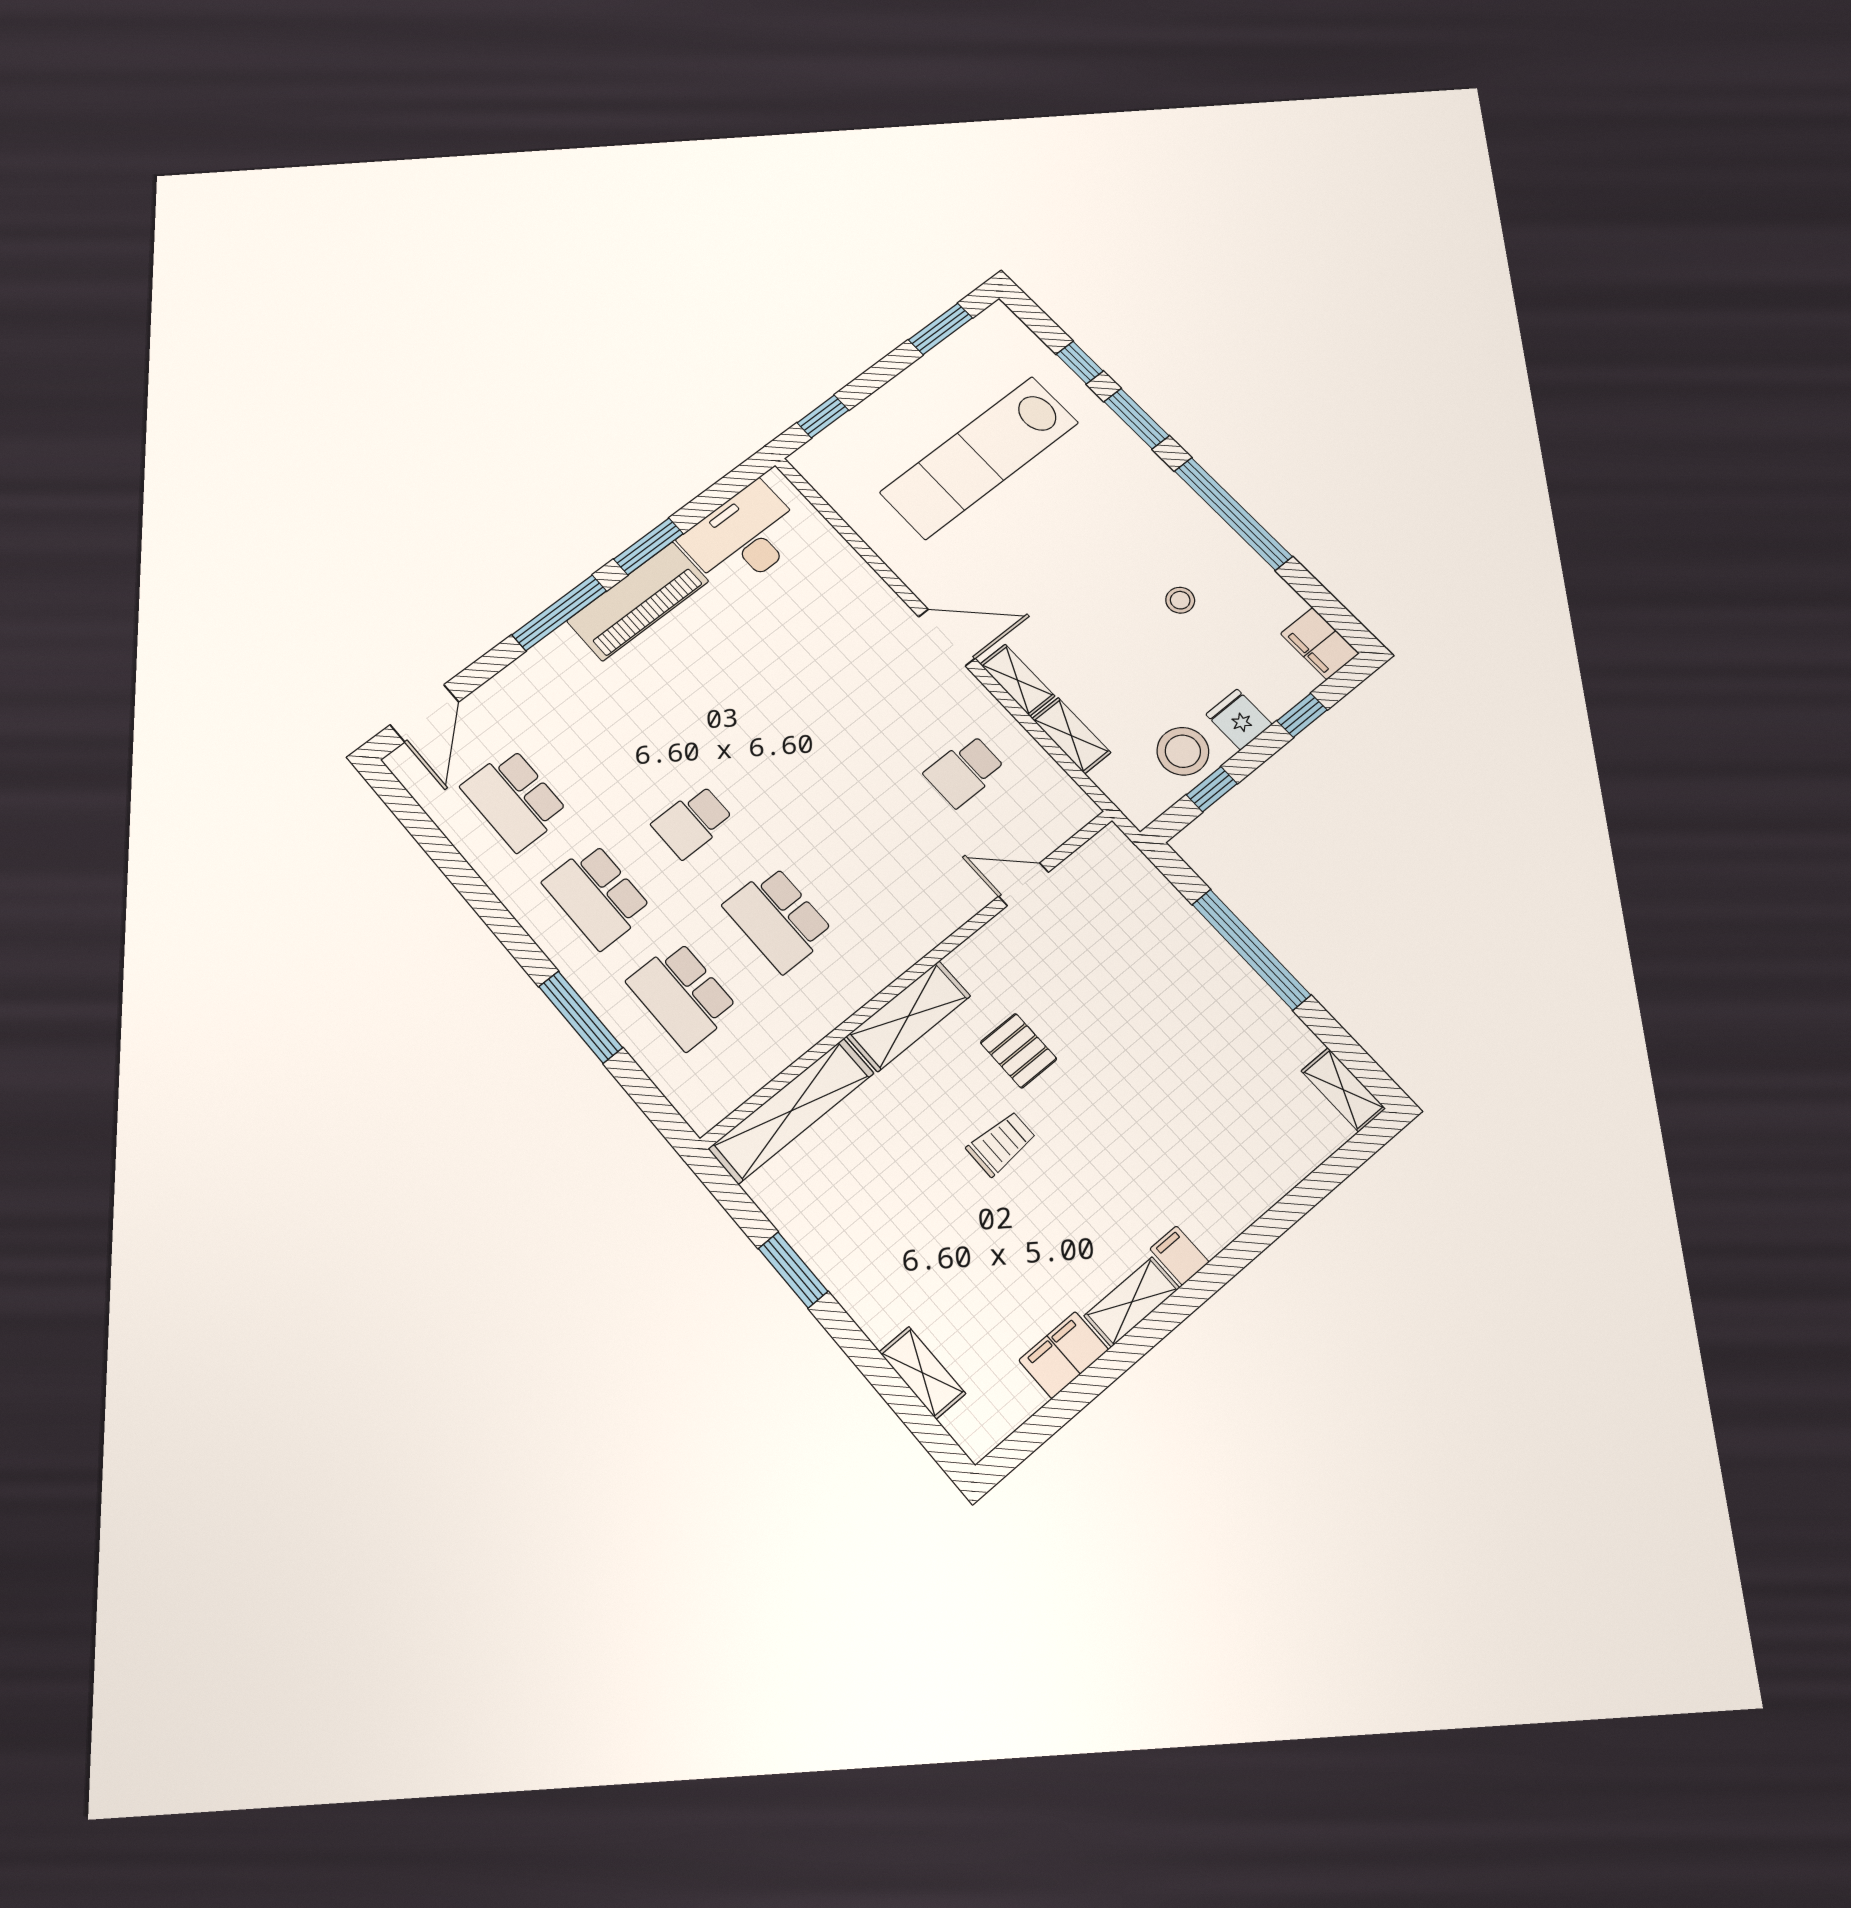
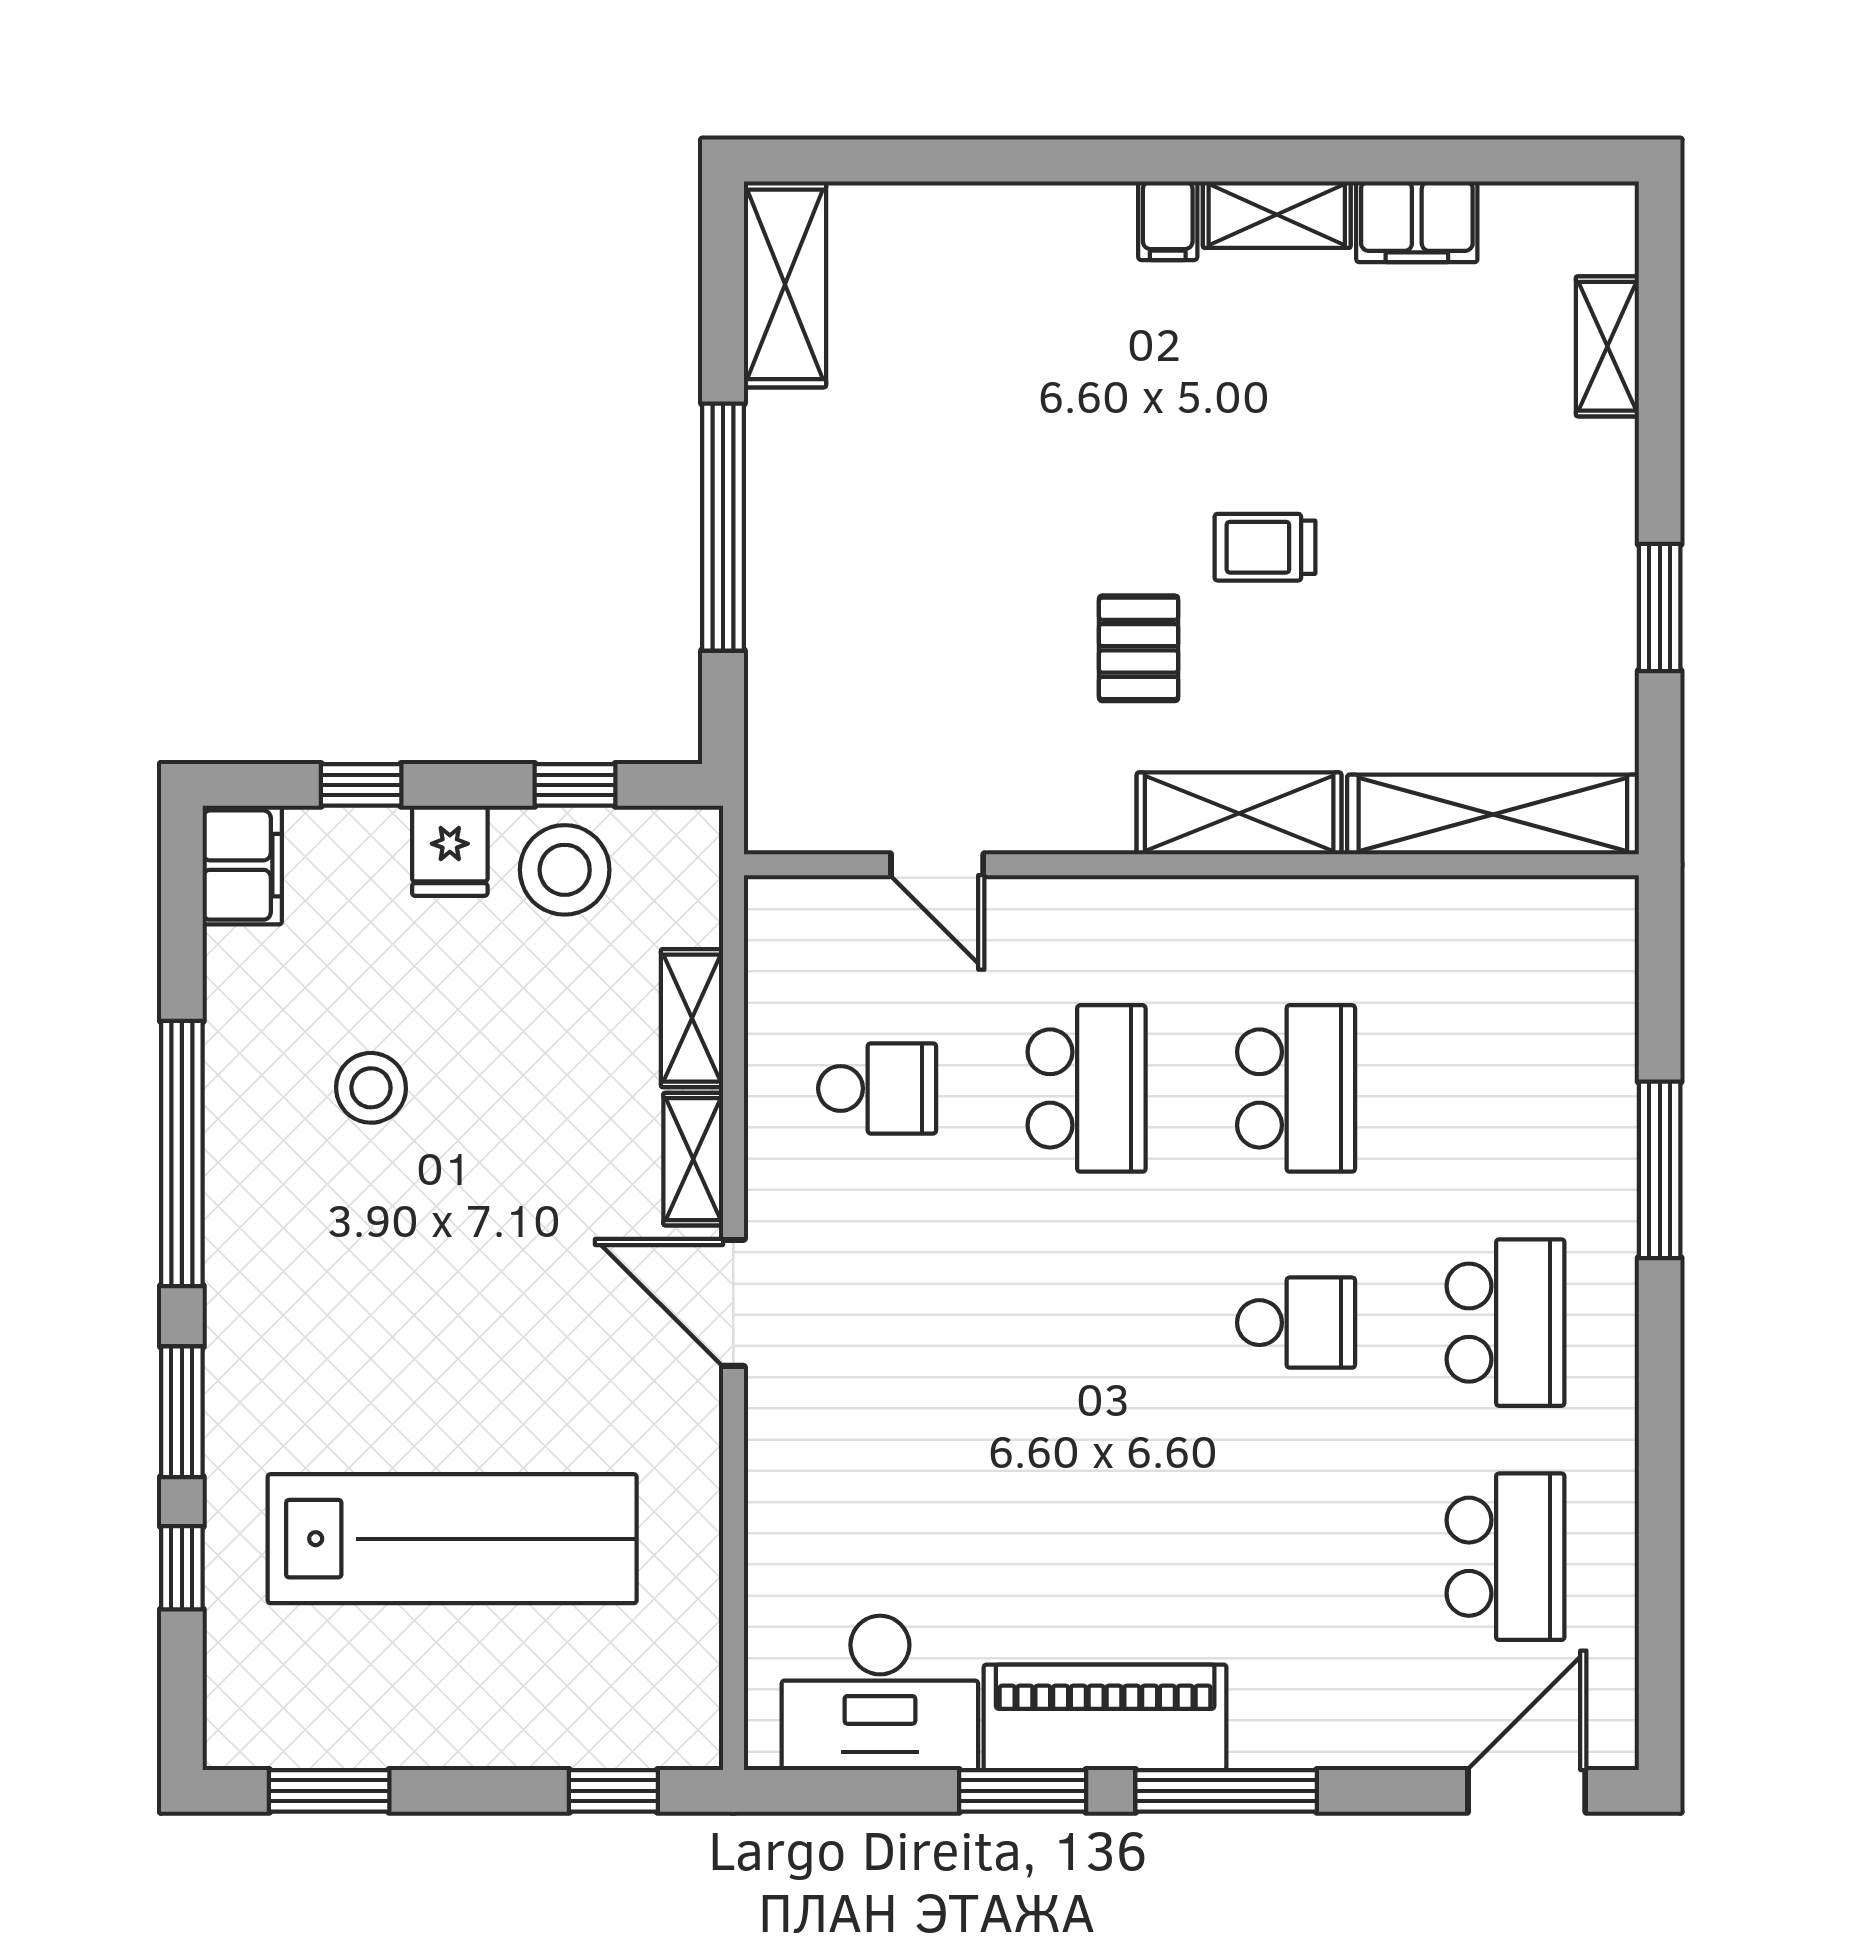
stool: (1180, 600) -> (371, 1088), width x1.37, depth x1.37
school desk: (682, 995) -> (1087, 1088), moved
shelving: (1343, 1090) -> (785, 284), width x1.50, depth x1.33

